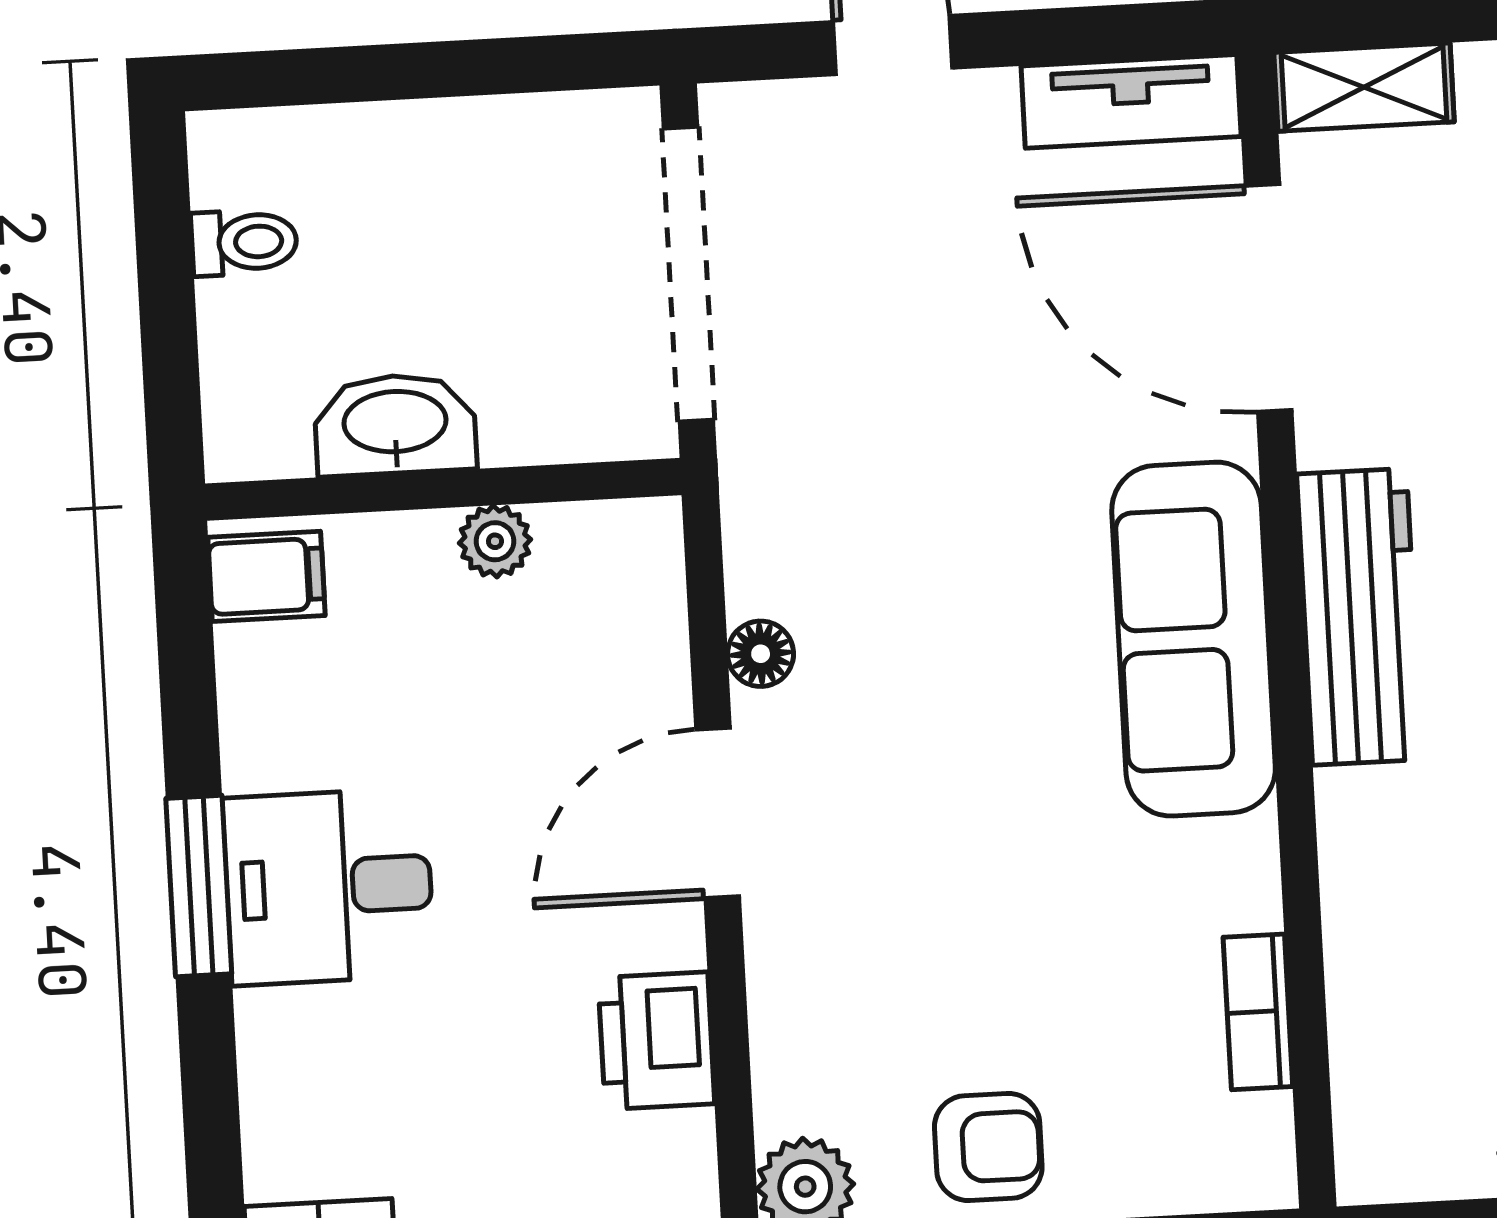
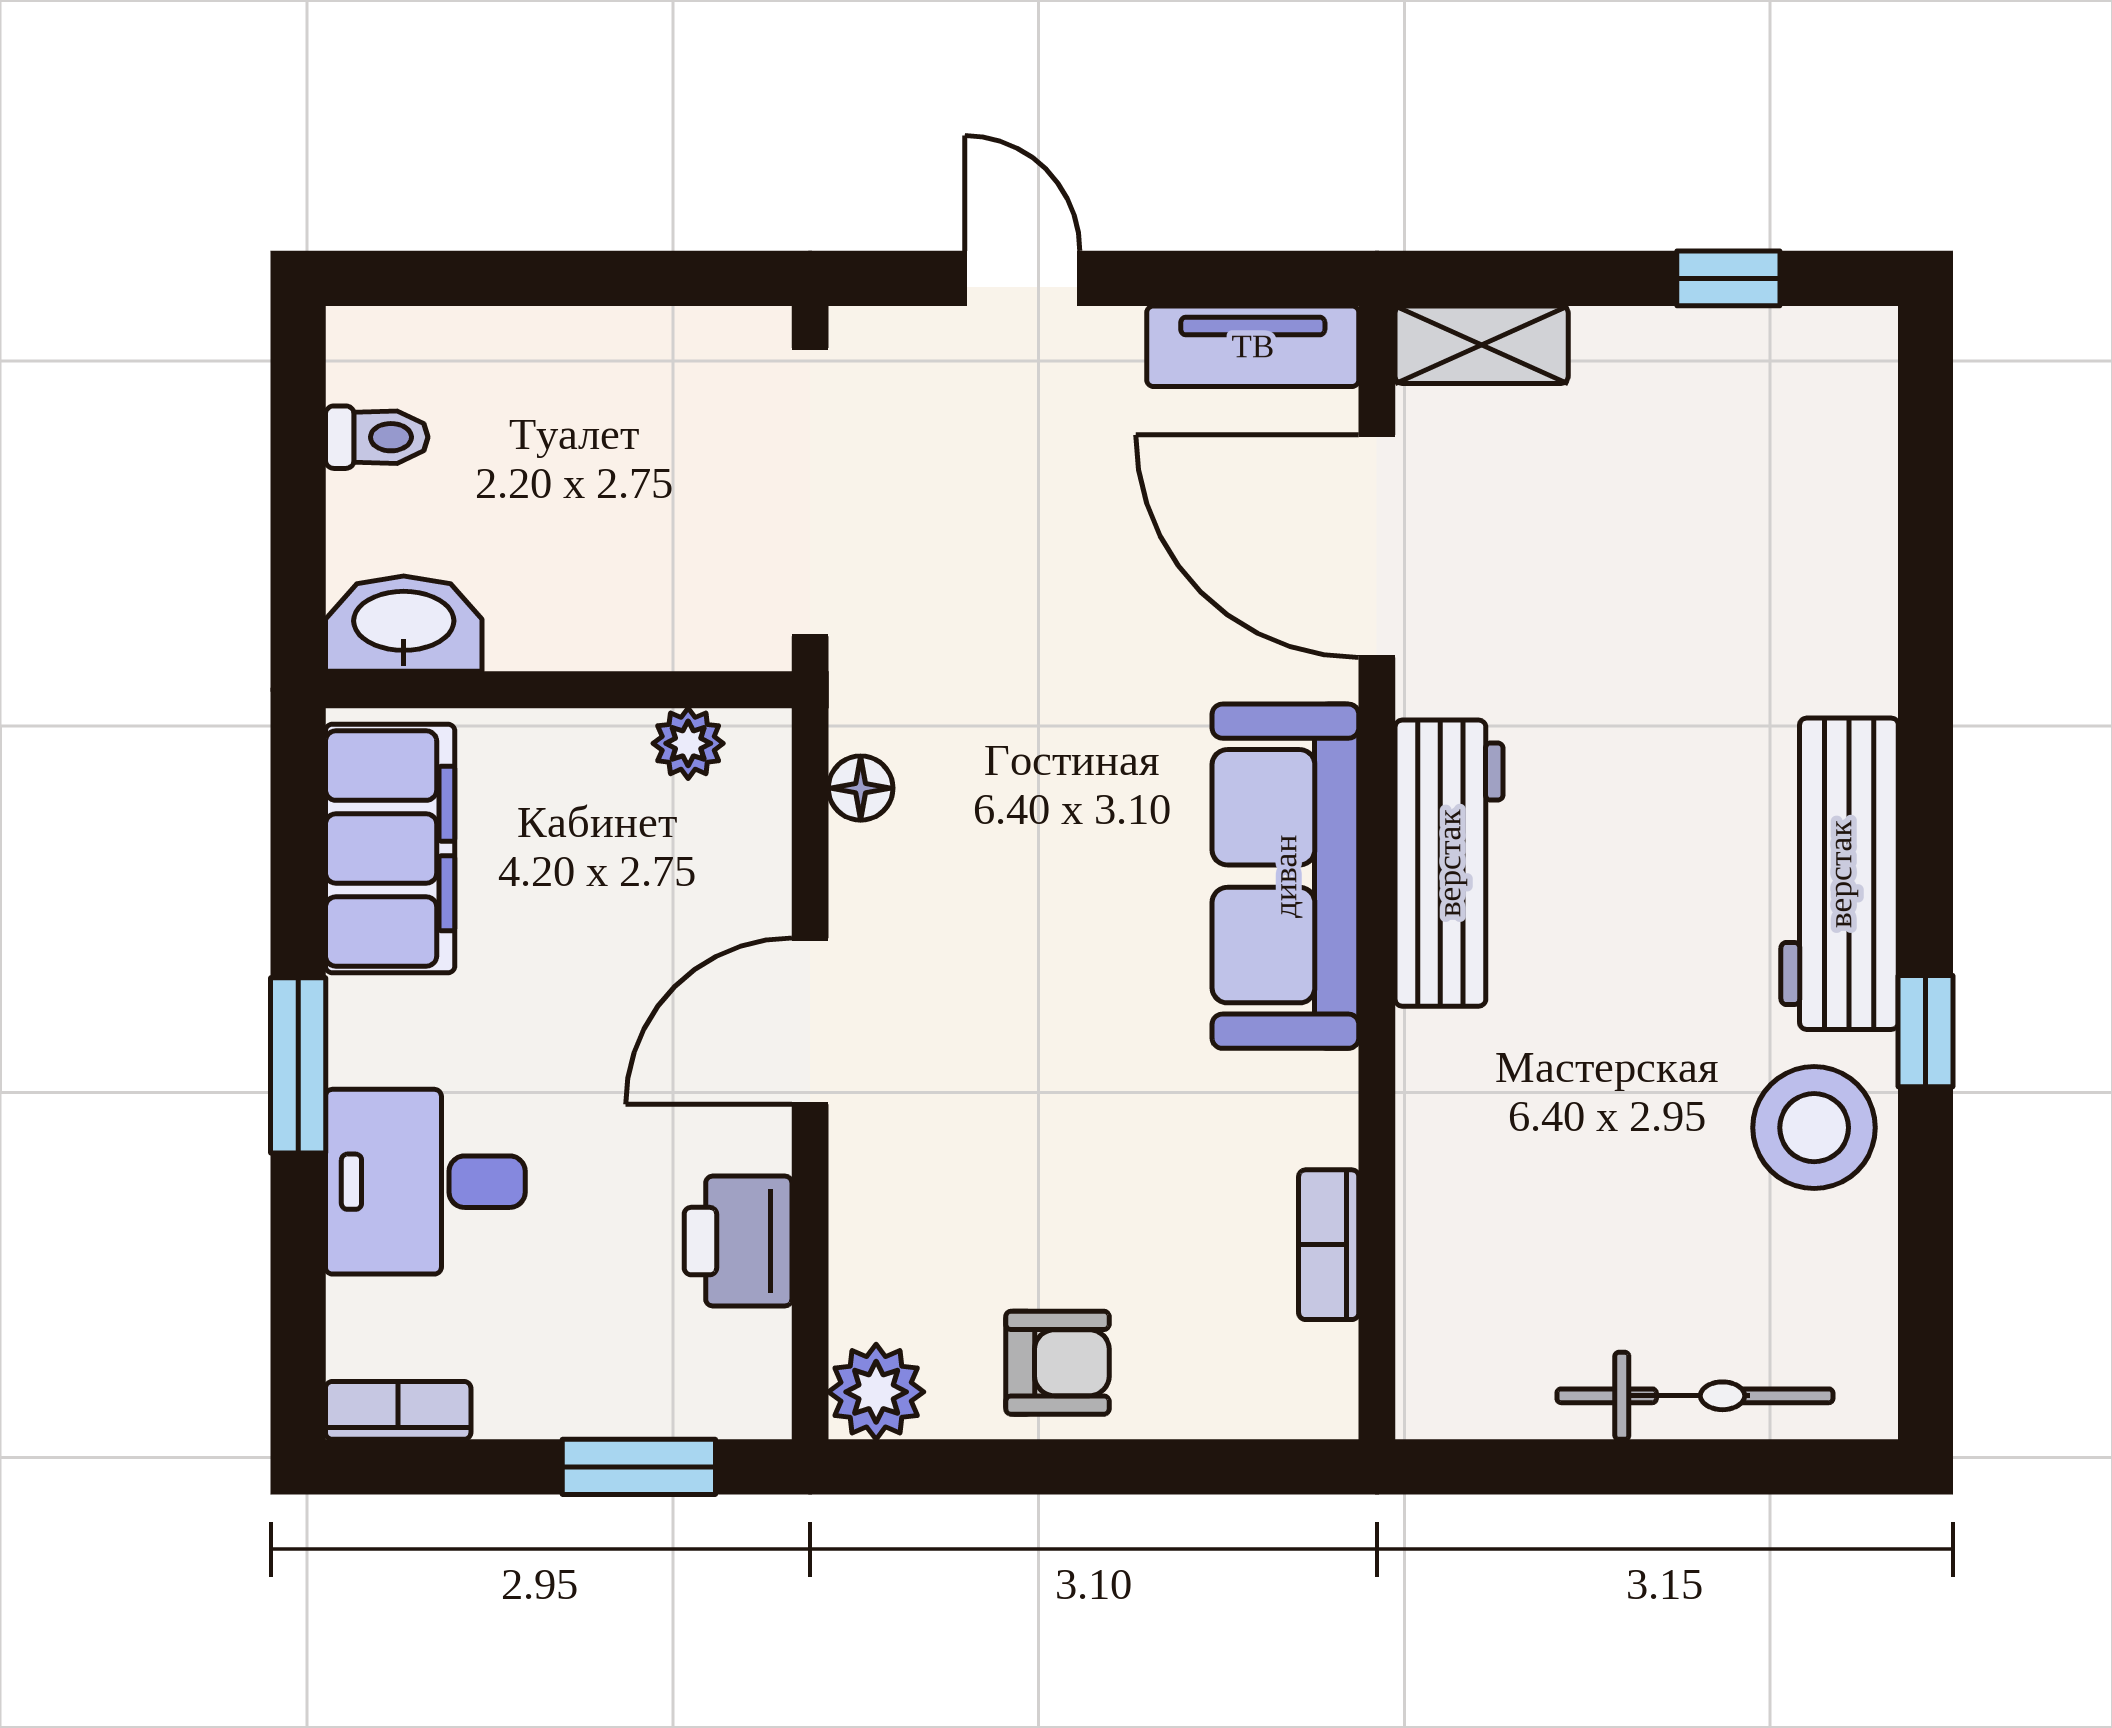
washbasin: (395, 425) -> (404, 624), moved
plant: (495, 541) -> (688, 743), moved
filing cabinet: (266, 576) -> (390, 849), width x3.00, depth x1.17
floor lamp: (761, 654) -> (861, 788), moved
desk: (329, 887) -> (425, 1182), moved

